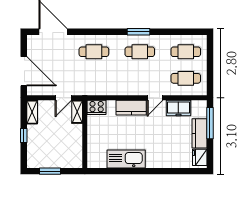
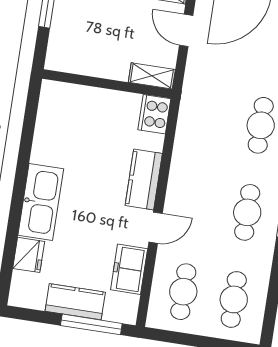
door: (63, 98) -> (186, 30), moved
door: (155, 98) -> (156, 228), swing flipped
fridge: (200, 157) -> (29, 255), moved, turned 90
kitchen sink: (126, 159) -> (41, 202), moved

